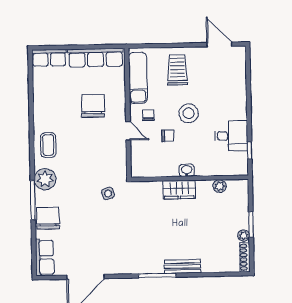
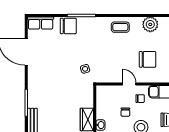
door: (128, 131) -> (129, 84), swing flipped
plant: (45, 179) -> (150, 24), moved

